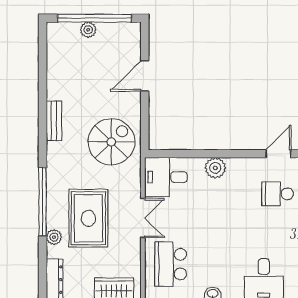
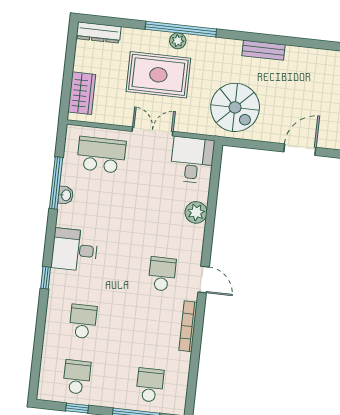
door: (145, 76) -> (300, 150), hinge flipped
double door: (143, 218) -> (152, 131), swing flipped
plant: (54, 237) -> (178, 41), moved

